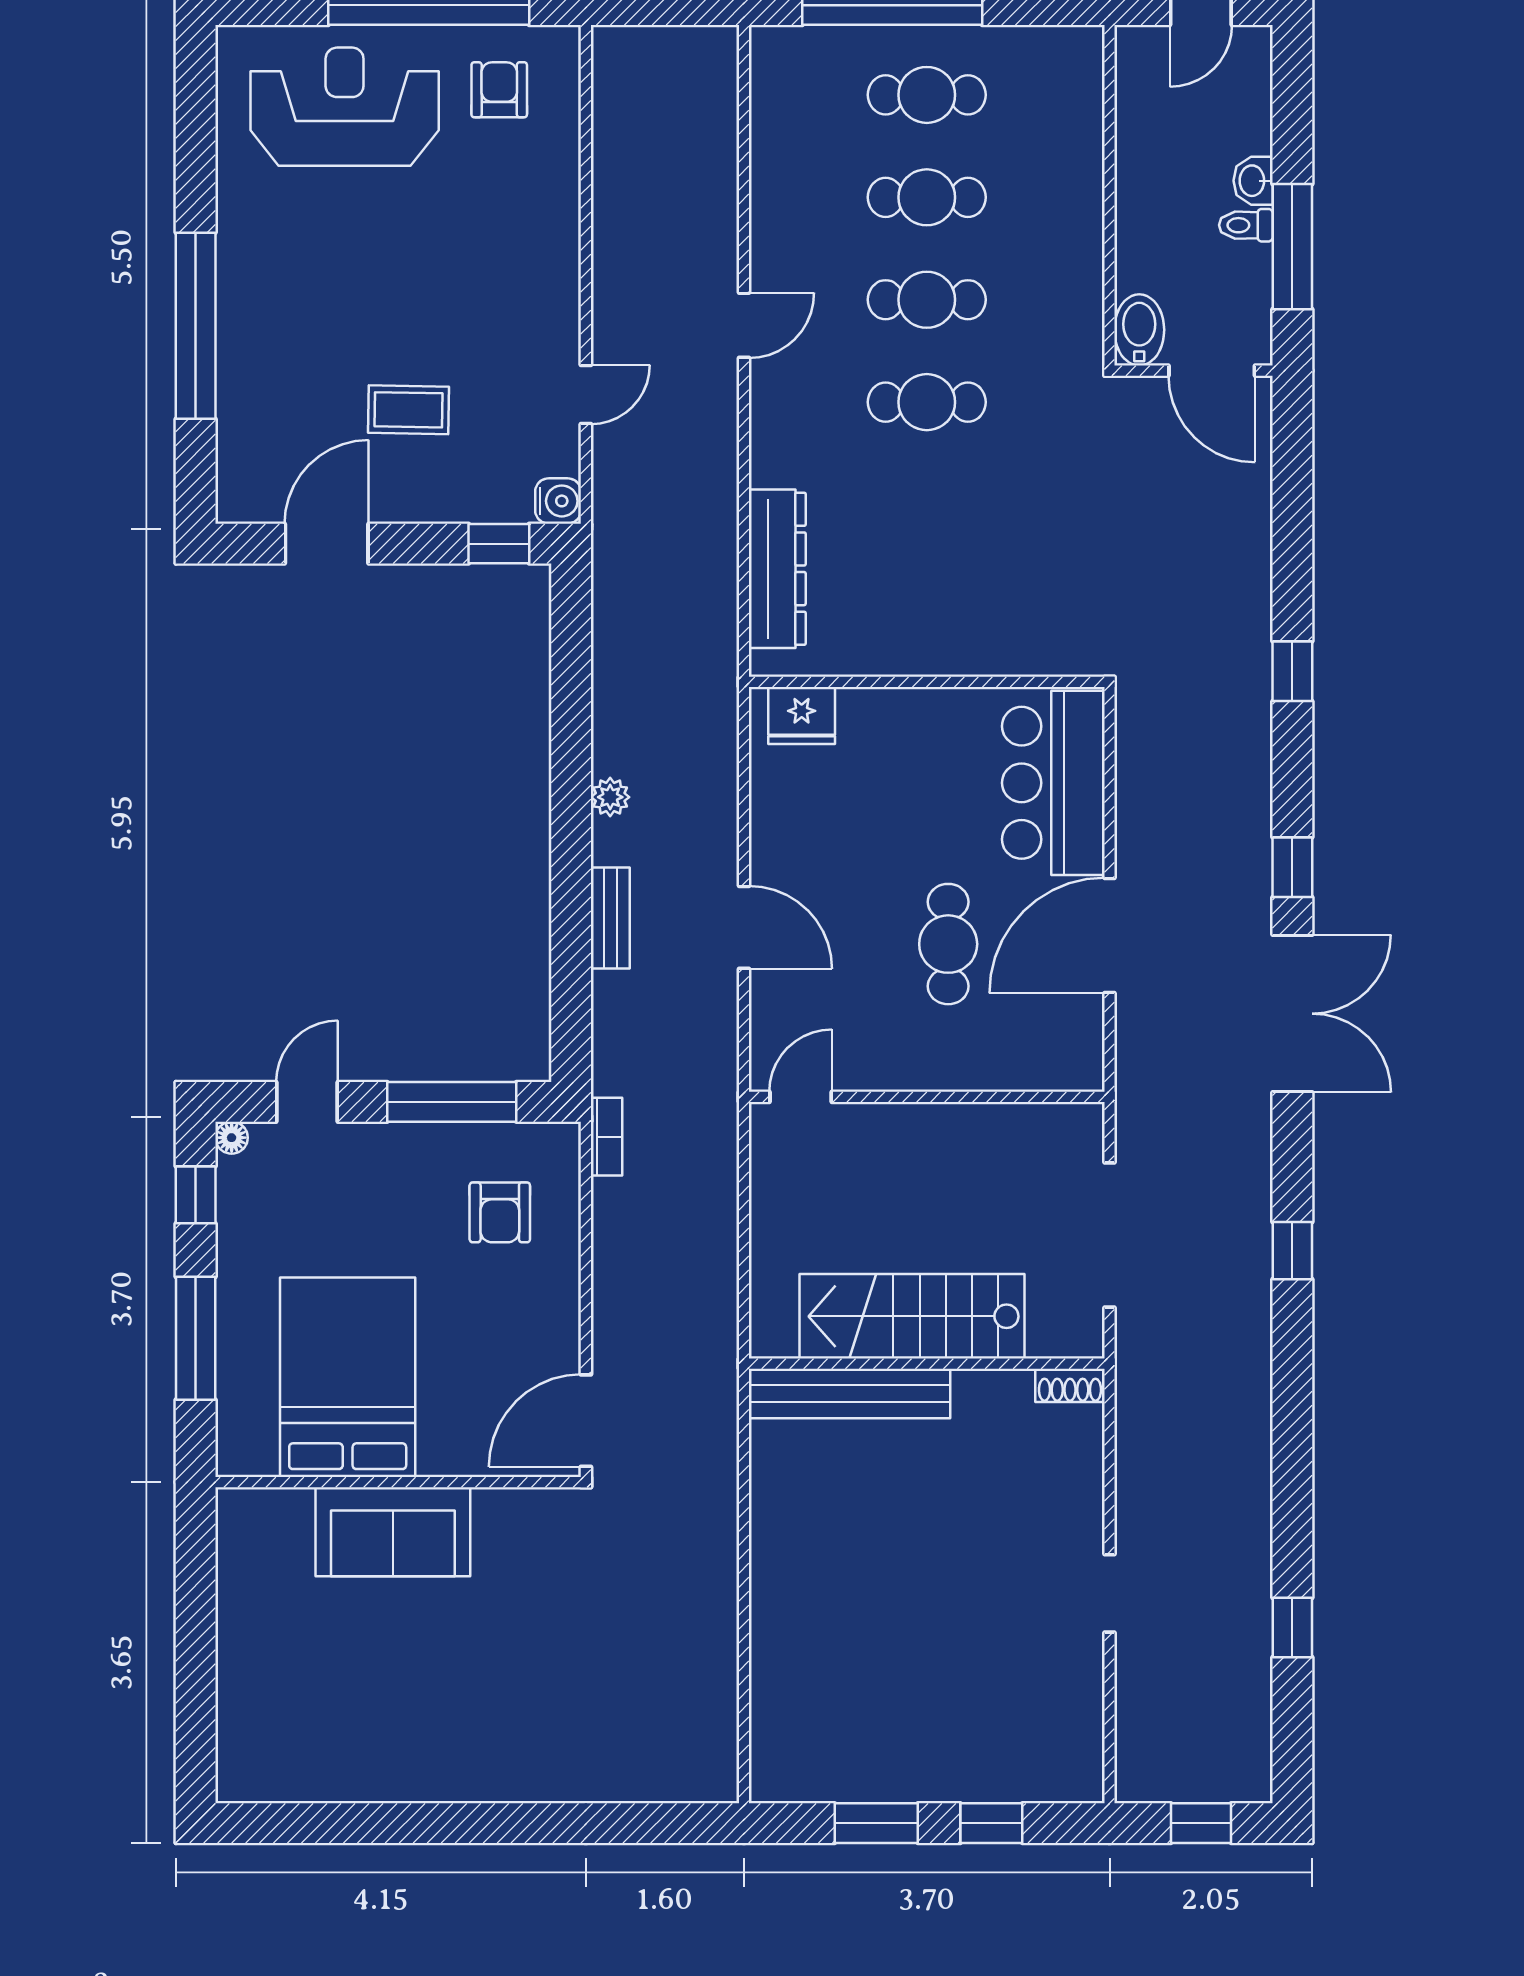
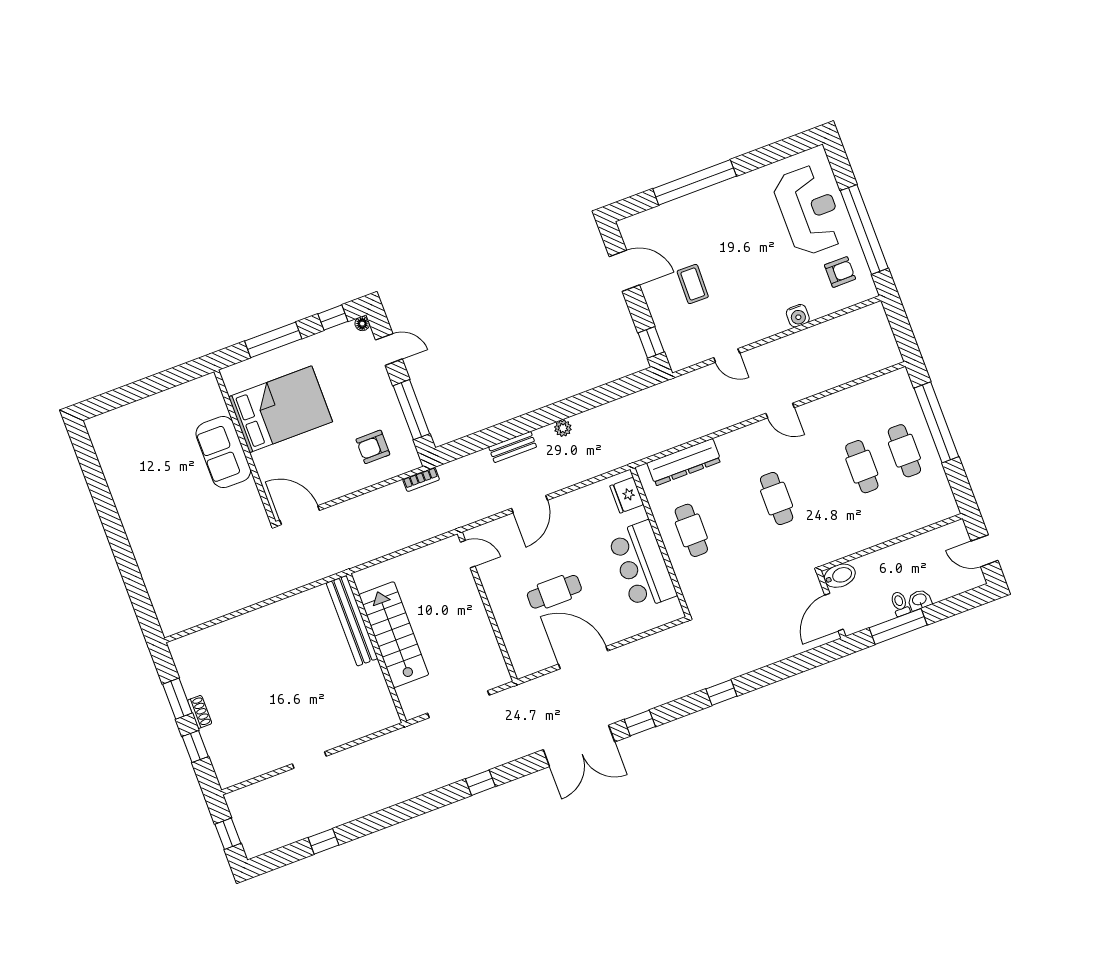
cafe table: (927, 300) -> (691, 530), moved
water cooler: (558, 501) -> (798, 316), moved
bar counter: (1053, 783) -> (642, 565), moved, turned -90
shoe rack: (1070, 1385) -> (200, 712), moved, turned 180

